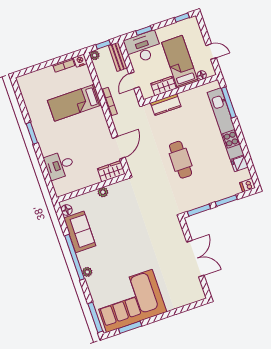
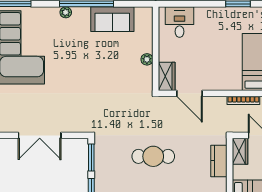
wardrobe: (164, 86) -> (240, 151), moved
desk: (59, 165) -> (180, 22), moved
floor lamp: (67, 210) -> (141, 13), removed

